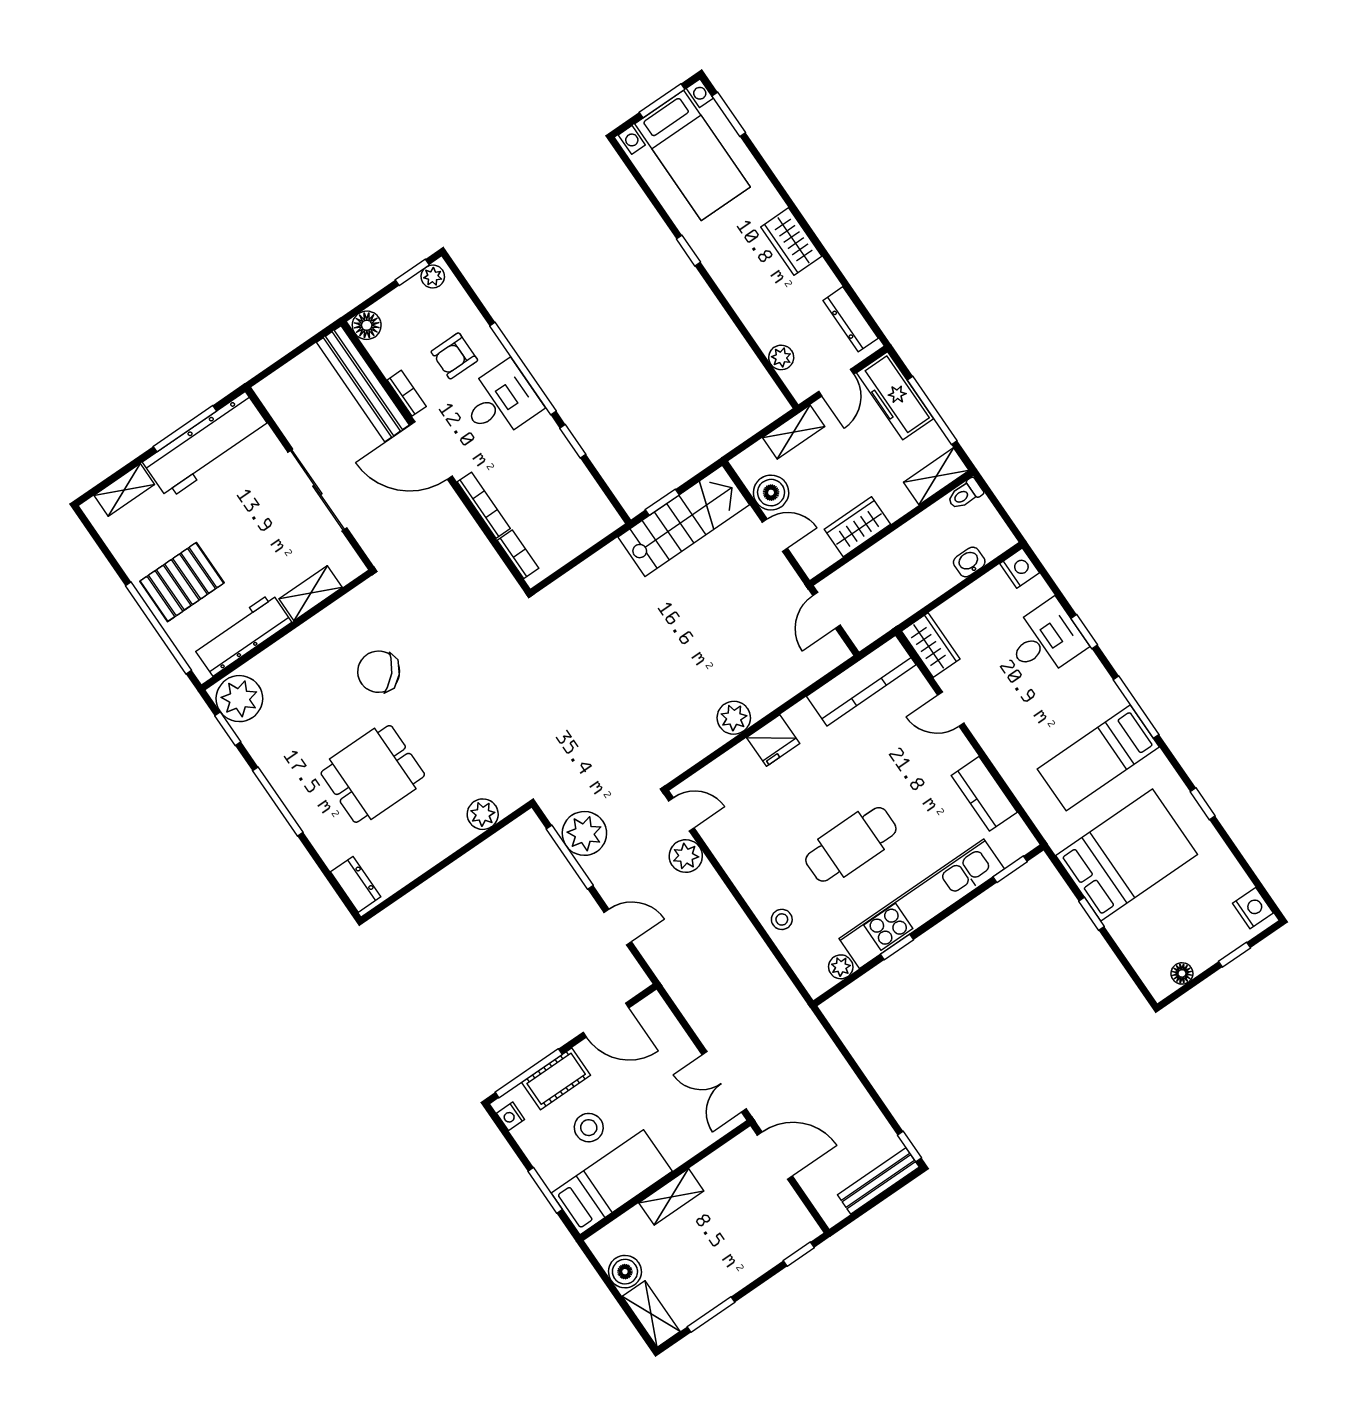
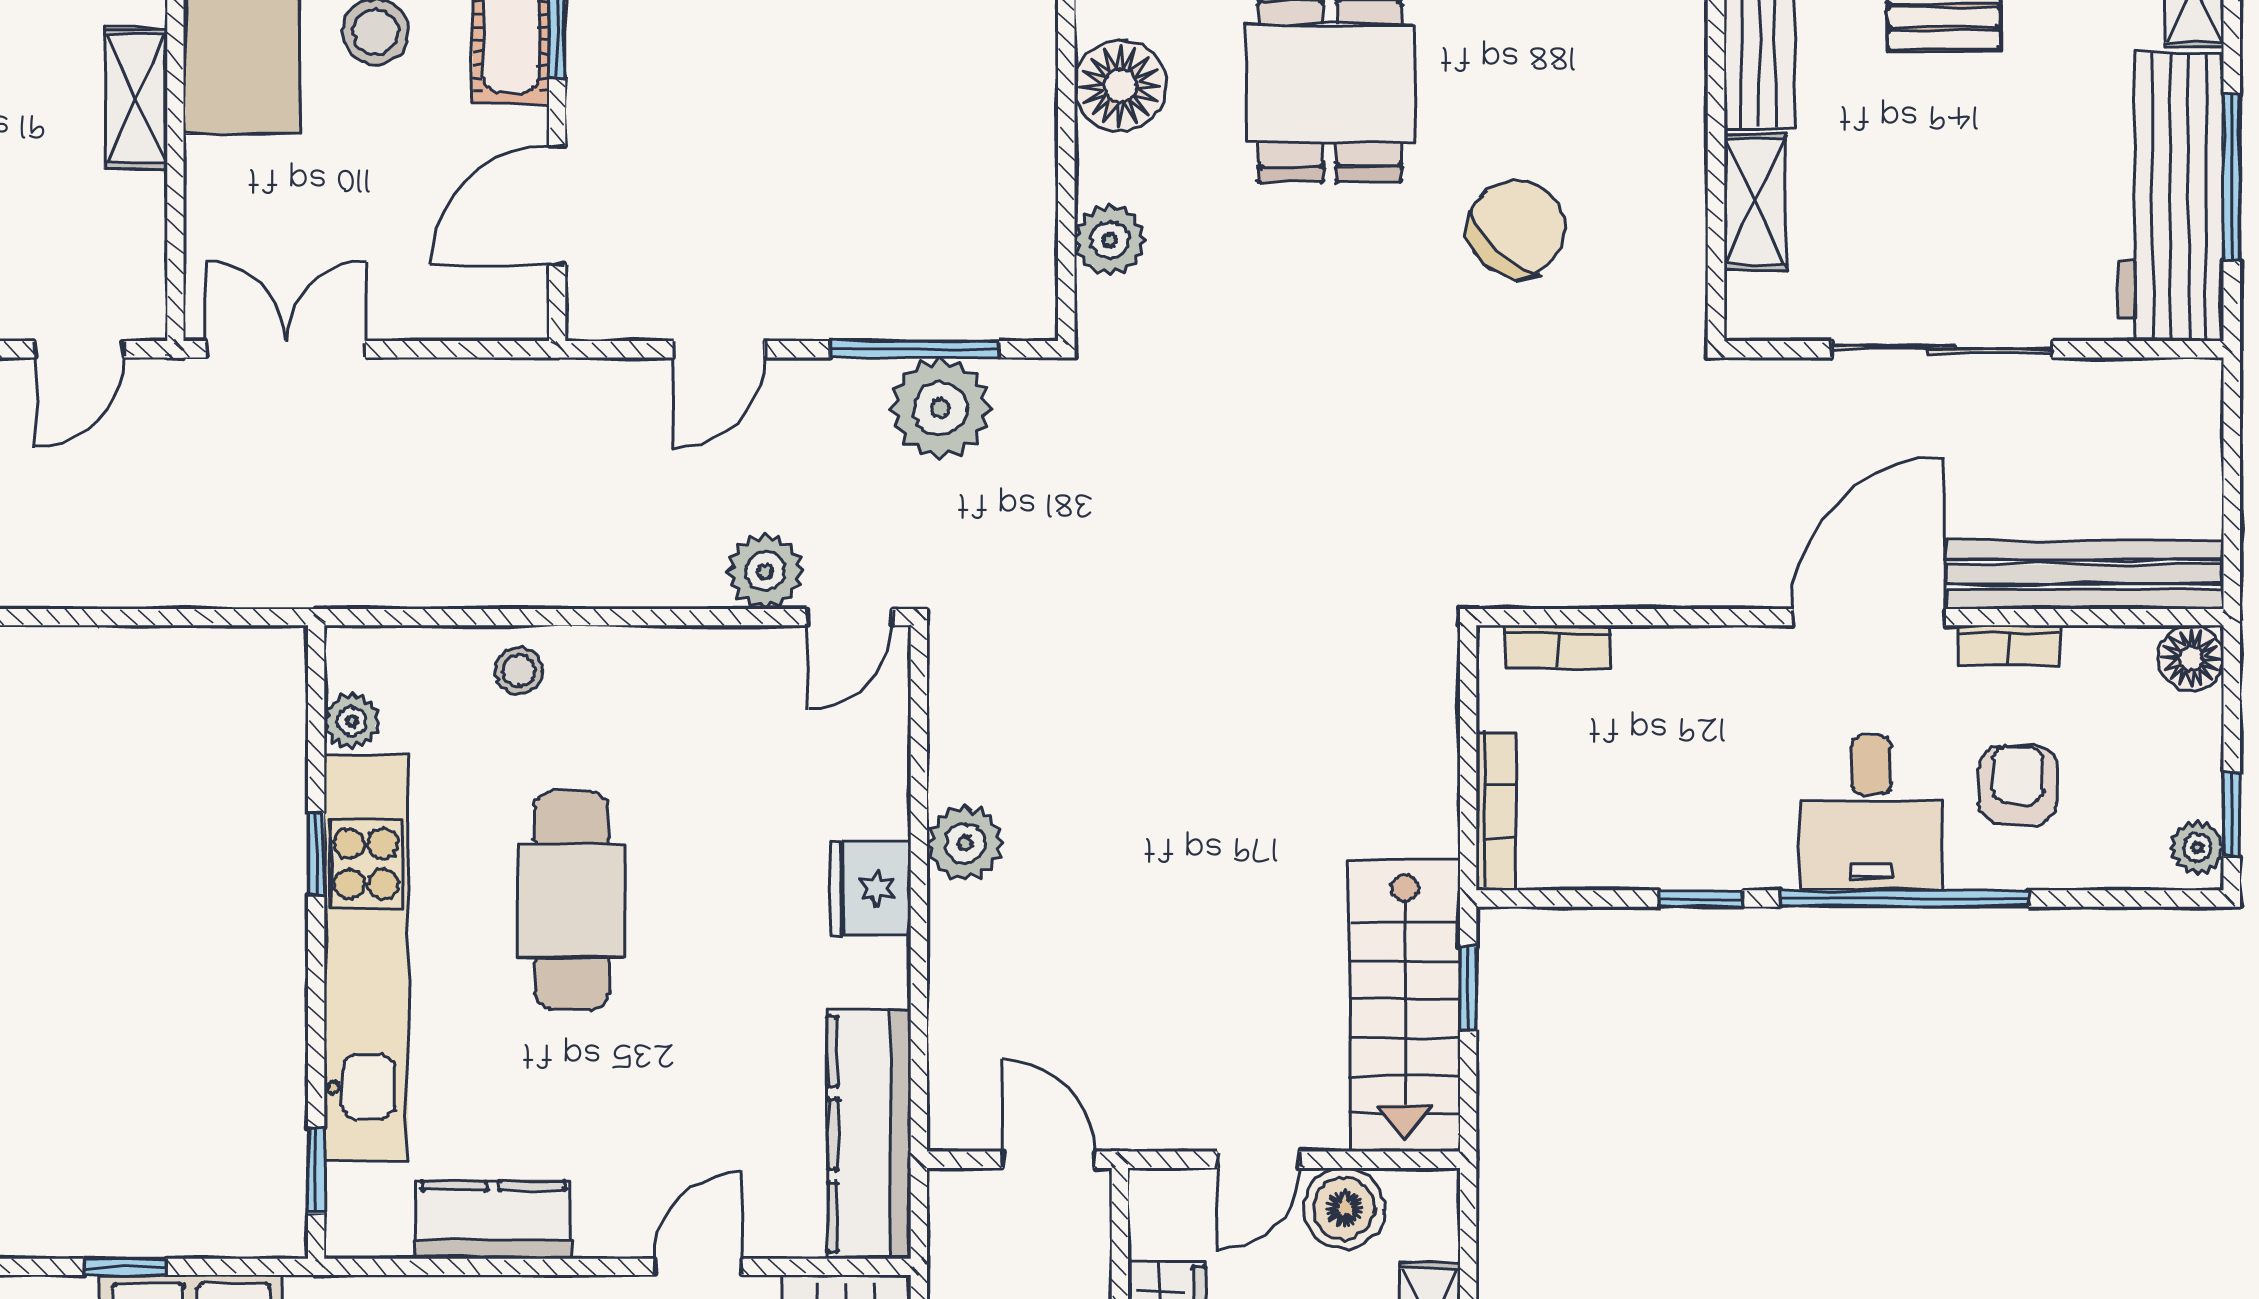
bookcase: (484, 505) -> (1496, 811), moved, turned -90
floor lamp: (425, 848) -> (1120, 86), added
door: (775, 1156) -> (79, 349), width x0.73

